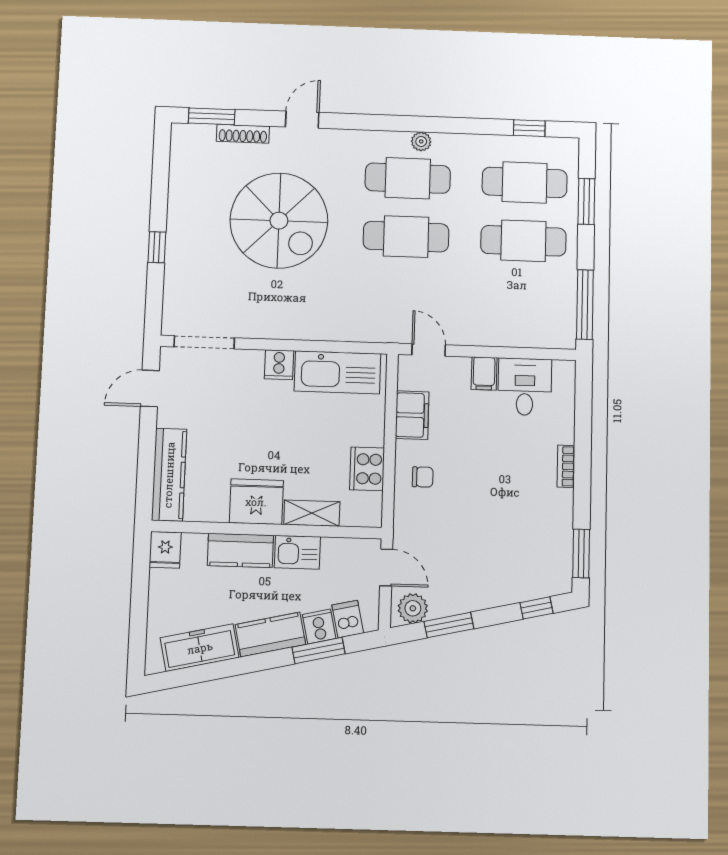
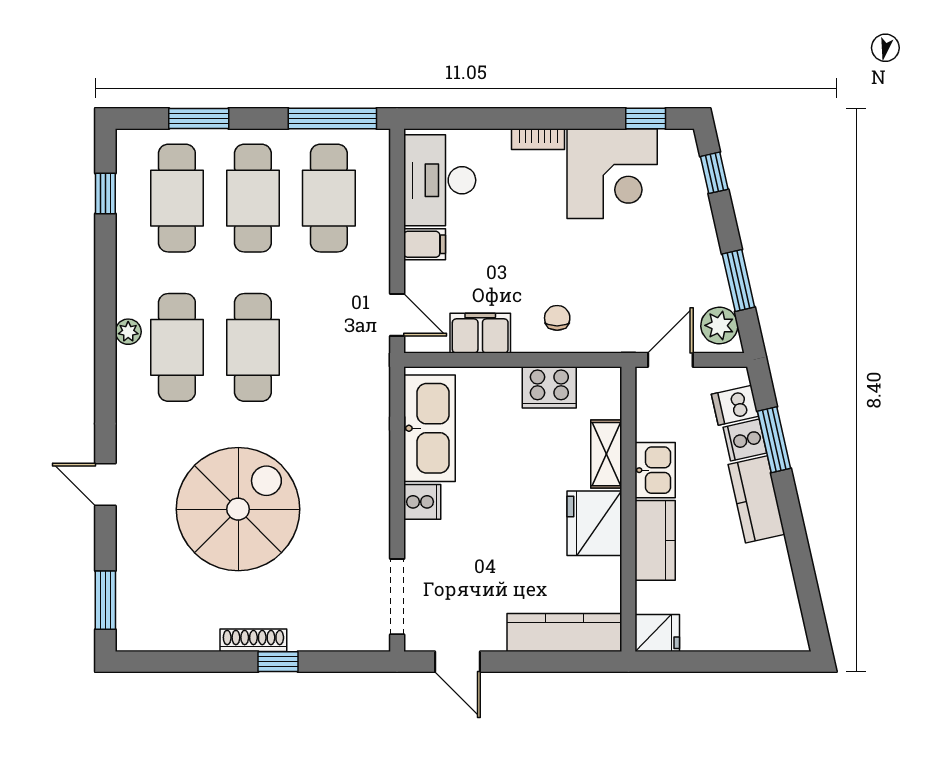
shoe rack: (243, 134) -> (253, 640), moved, turned -90
cafe table: (522, 300) -> (329, 198), added
door: (429, 350) -> (397, 315), swing flipped
desk: (525, 387) -> (440, 180), width x1.37
corner desk: (537, 525) -> (612, 174), added
window: (581, 553) -> (646, 119), width x0.67
freezer: (200, 648) -> (775, 585), removed

